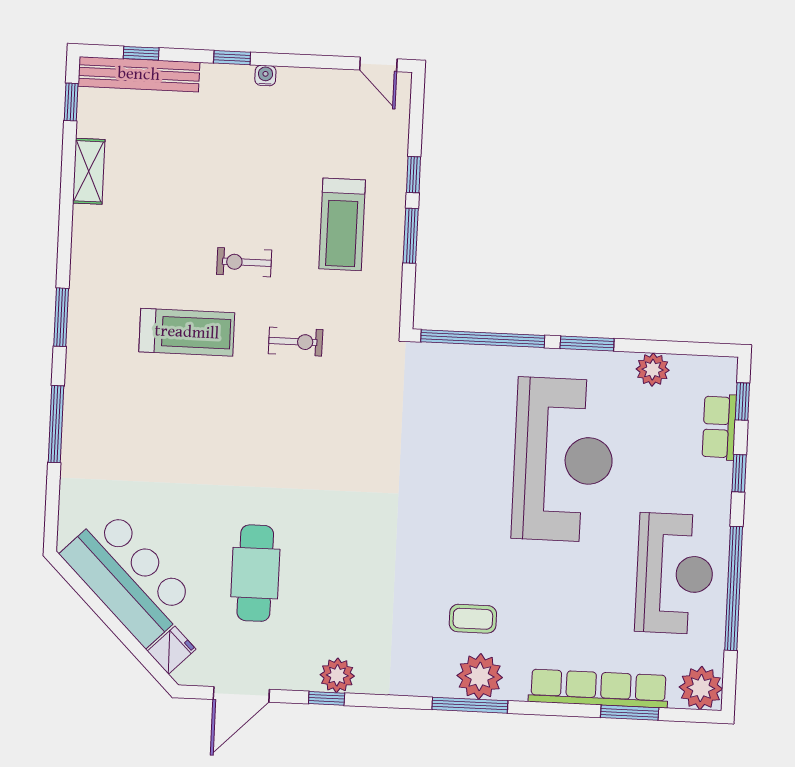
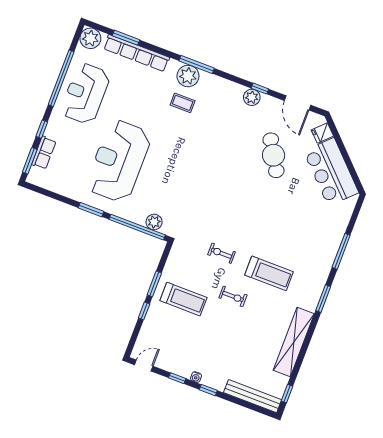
window: (141, 53) -> (177, 378), moved
door: (378, 64) -> (144, 365), hinge flipped
shelving: (89, 171) -> (294, 342), width x2.20, depth x1.33
treadmill: (342, 224) -> (183, 299), turned 90
treadmill: (187, 332) -> (269, 273), turned 180
plant: (653, 370) -> (154, 222), moved
window: (742, 402) -> (30, 161), width x1.50
cafe table: (255, 573) -> (274, 155), turned -31
door: (241, 694) -> (298, 103), swing flipped

